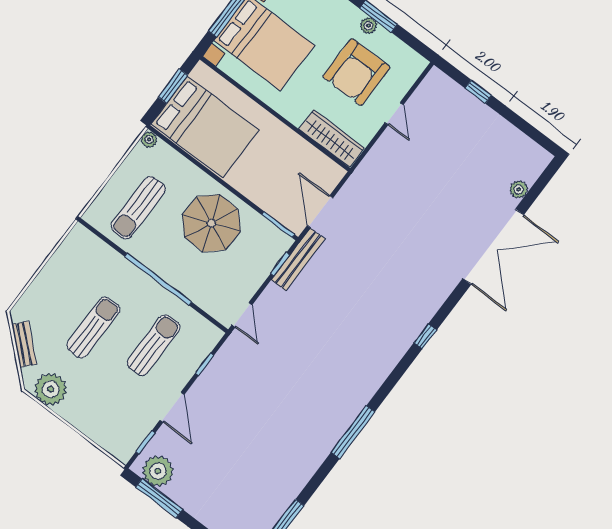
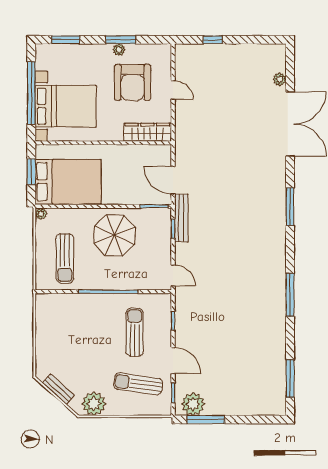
sun lounger: (93, 328) -> (138, 384), moved, turned -82
window: (425, 336) -> (290, 207), width x2.17

